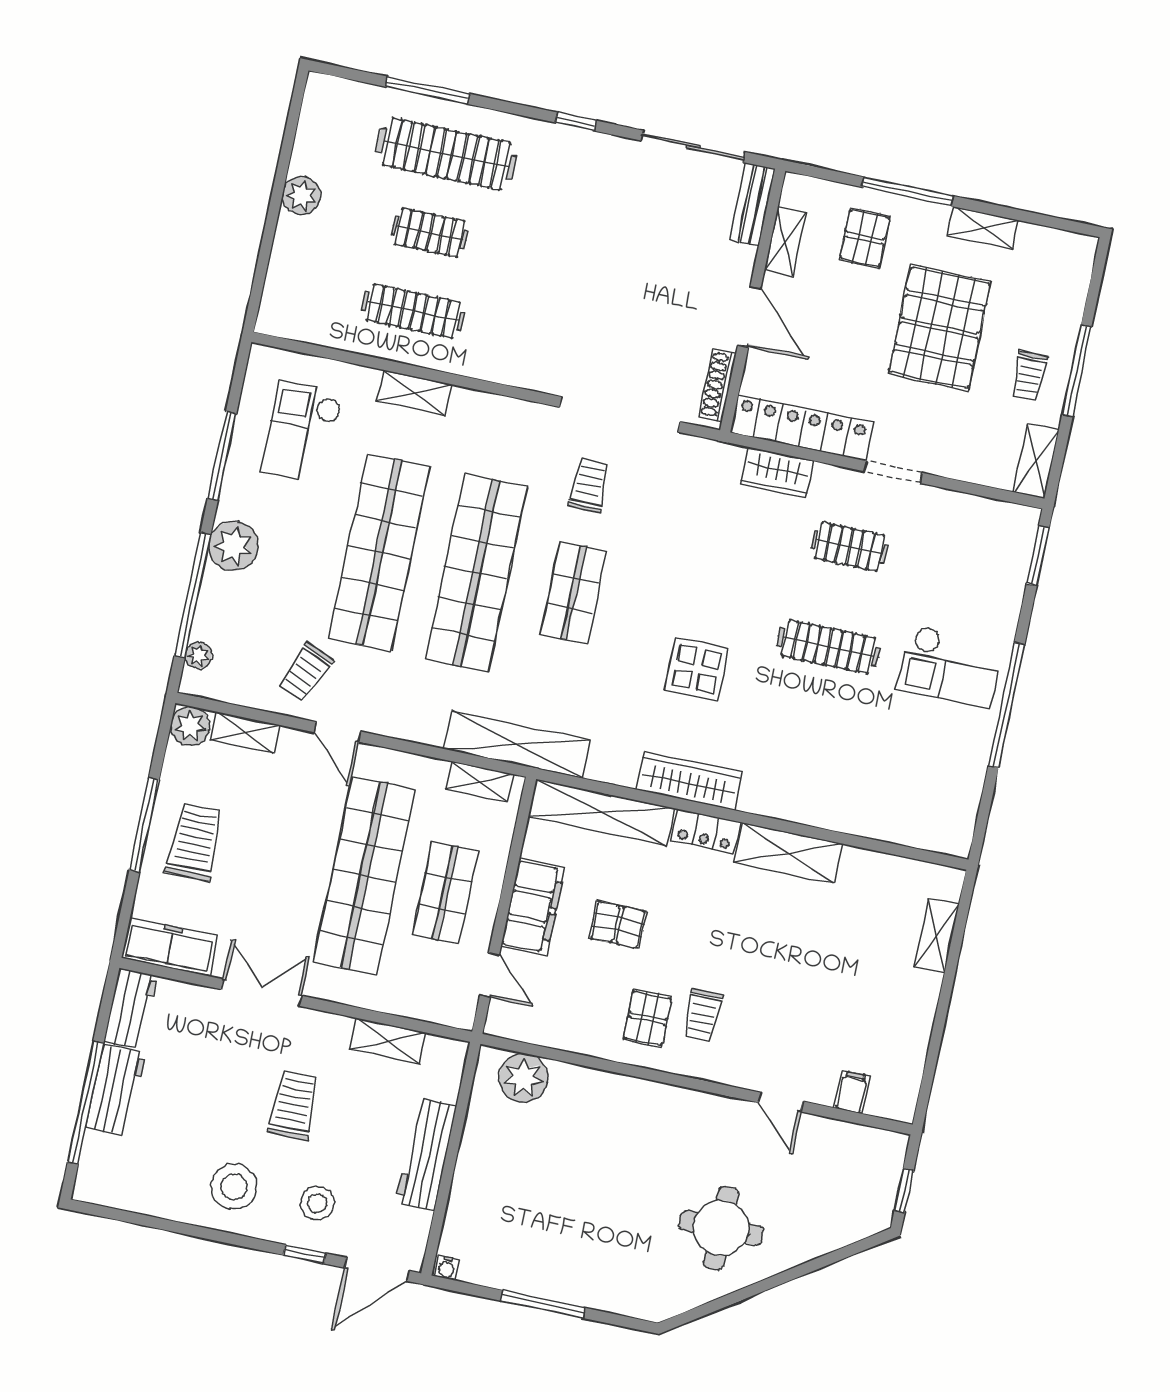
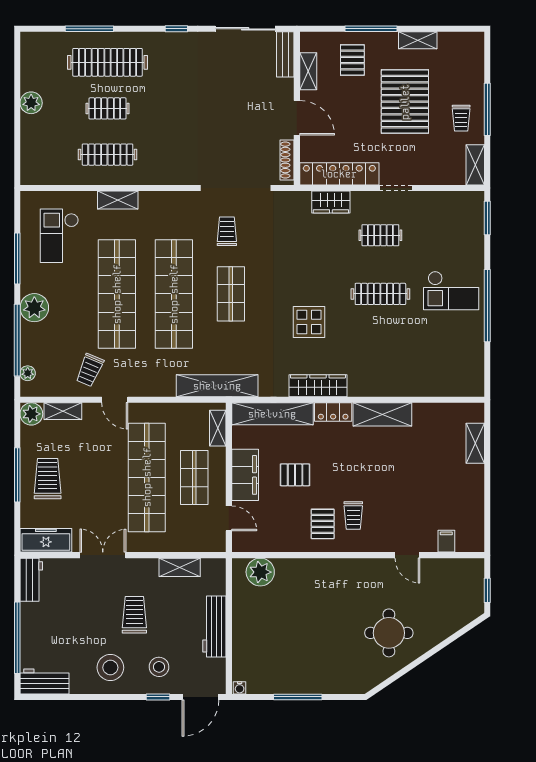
shelving: (480, 781) -> (218, 428), moved, turned 90
workbench: (116, 1091) -> (45, 681), moved, turned -90

